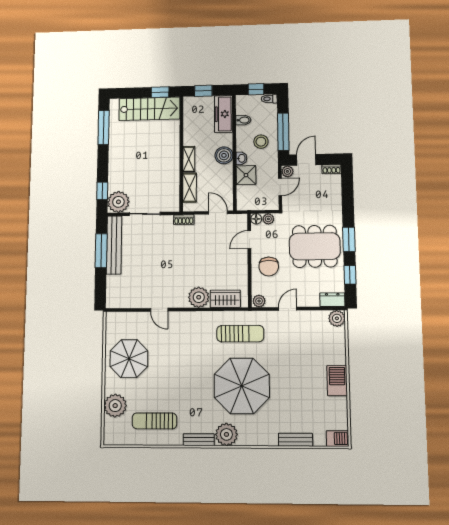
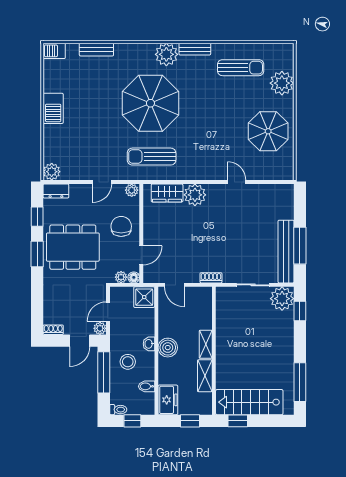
freezer: (224, 114) -> (168, 400), width x0.71
shower: (246, 175) -> (144, 297), moved
shelving: (190, 188) -> (205, 376), moved

